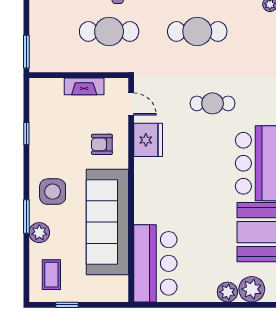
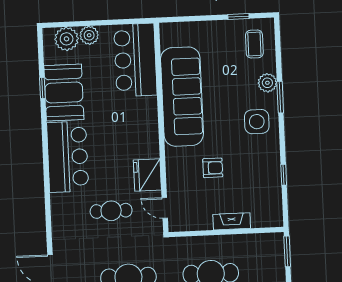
door: (131, 104) -> (165, 208), moved
fridge: (148, 140) -> (147, 175), moved
wall: (131, 190) -> (161, 127), moved
sofa: (107, 222) -> (182, 97), moved
bar counter: (155, 263) -> (135, 60), moved

